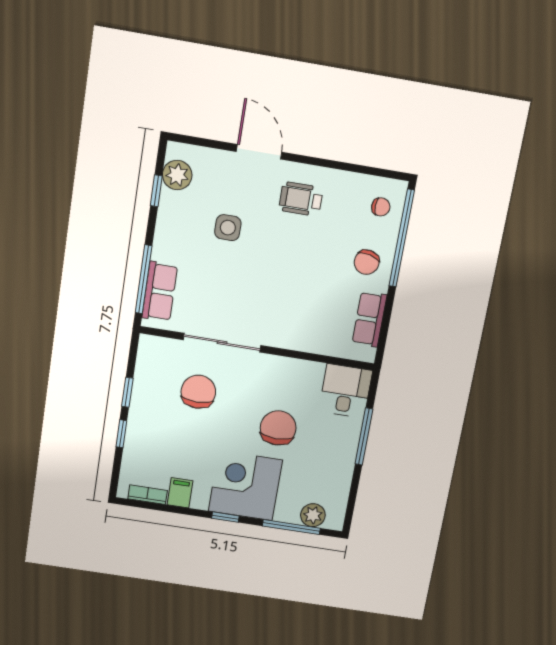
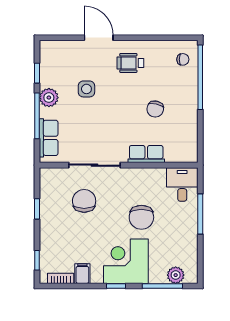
plant: (177, 175) -> (49, 98), moved
chair: (367, 262) -> (155, 109), moved
window: (144, 279) -> (37, 116), moved
row of seats: (369, 319) -> (146, 154), moved, turned 90
chair: (278, 428) -> (141, 217), turned 180
window: (121, 434) -> (37, 260), moved

